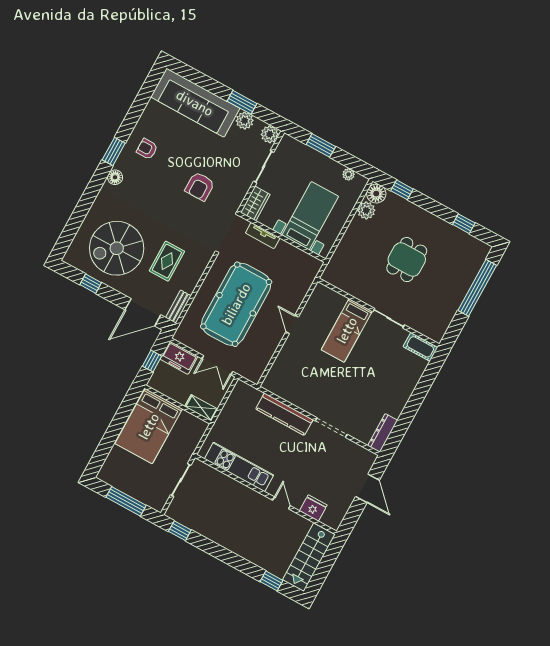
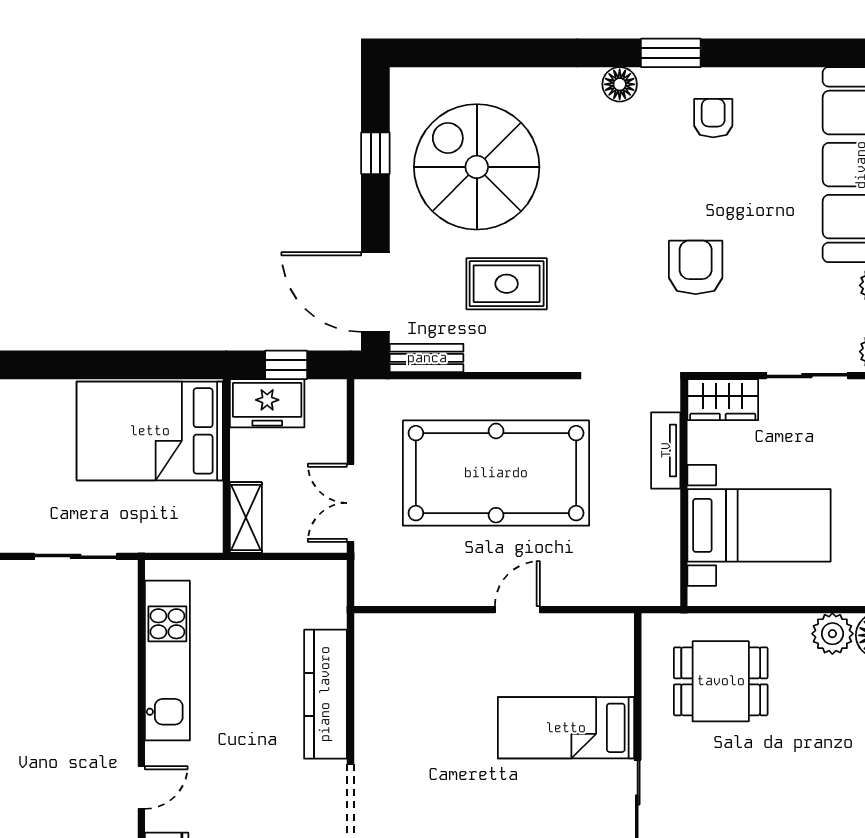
armchair: (200, 186) -> (696, 267), turned 90
dining table: (407, 260) -> (721, 681), moved
freezer: (179, 358) -> (267, 403), moved, turned -90

